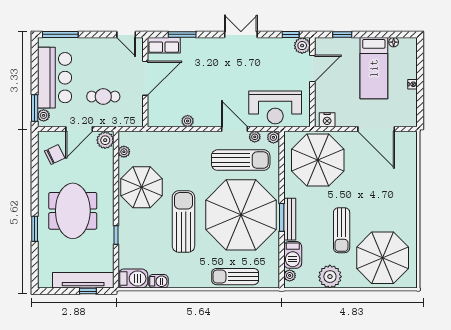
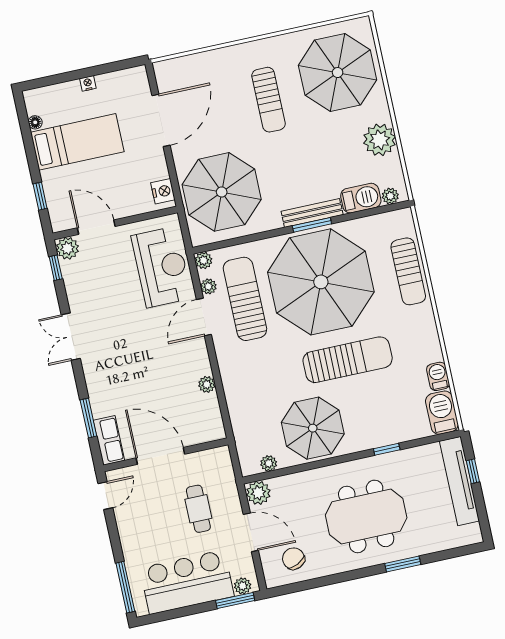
sun lounger: (183, 222) -> (348, 360), turned 180
sun lounger: (342, 230) -> (269, 100), moved, turned 90

